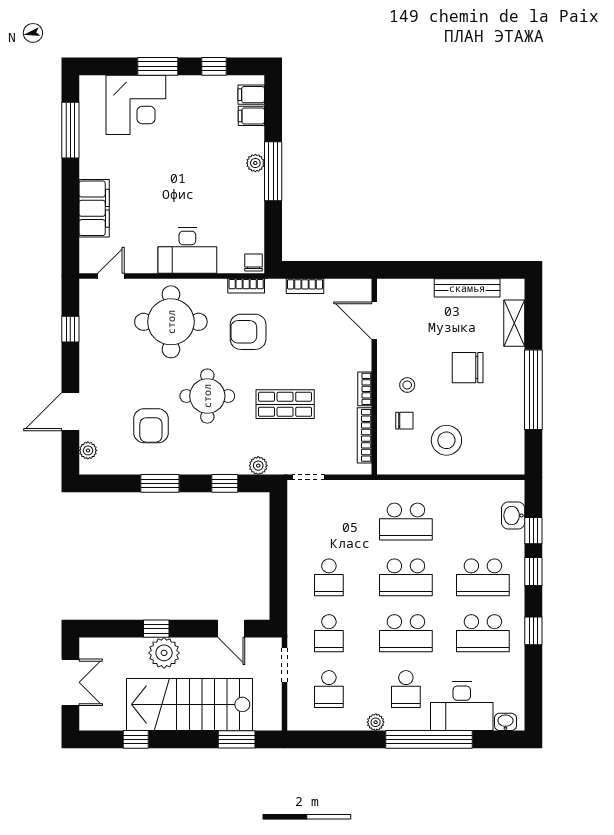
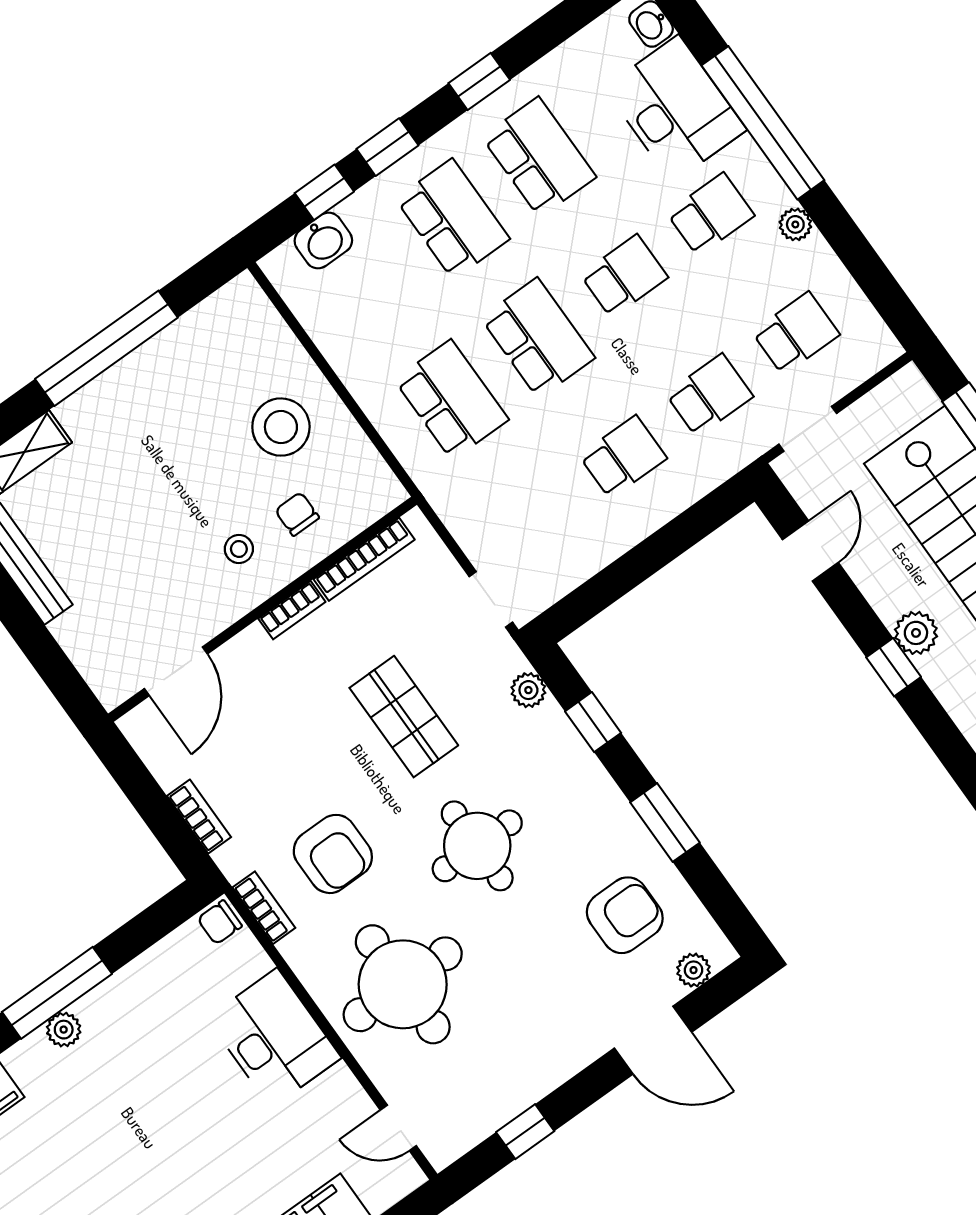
chair: (468, 368) -> (145, 475), removed
armchair: (151, 426) -> (625, 915), moved
school desk: (406, 633) -> (624, 276), width x0.54
plant: (164, 653) -> (916, 633), width x0.73, depth x0.73

